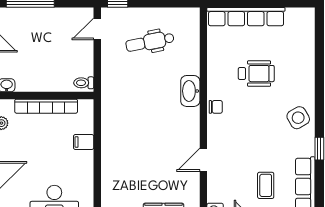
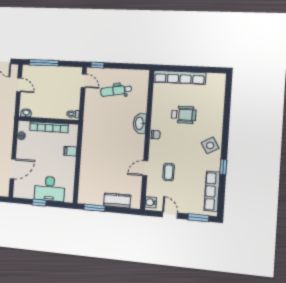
door: (97, 29) -> (84, 81), swing flipped
coffee table: (266, 185) -> (169, 172), moved

